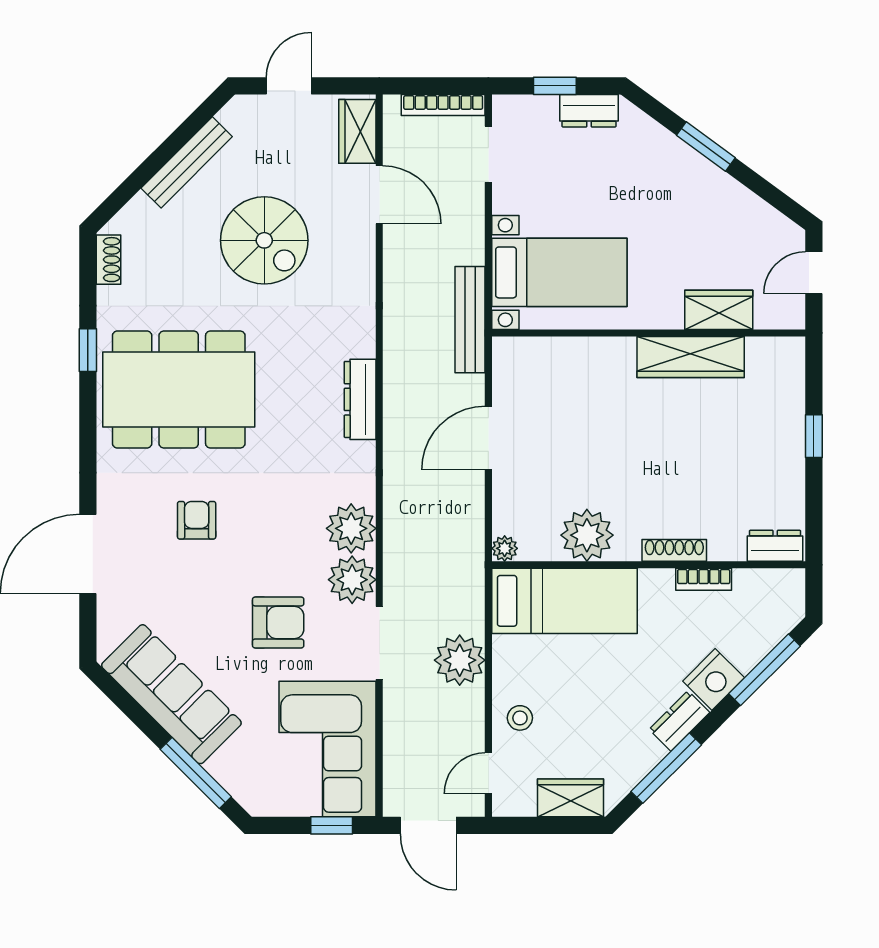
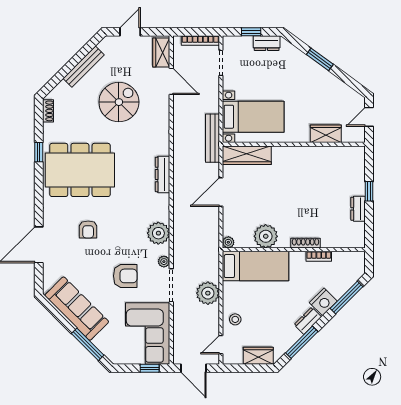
spiral stairs: (264, 240) -> (119, 102), turned -90
wardrobe: (691, 357) -> (247, 155), moved
armchair: (197, 520) -> (88, 229), turned 180
dresser: (775, 546) -> (358, 209), moved, turned -90
plant: (352, 580) -> (164, 262), width x0.53, depth x0.53

